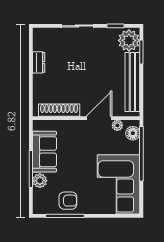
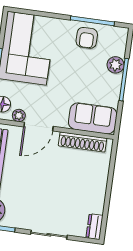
dresser: (39, 62) -> (94, 227), moved
sofa: (44, 152) -> (93, 118), moved, turned 90
armchair: (68, 201) -> (87, 38), turned -90

